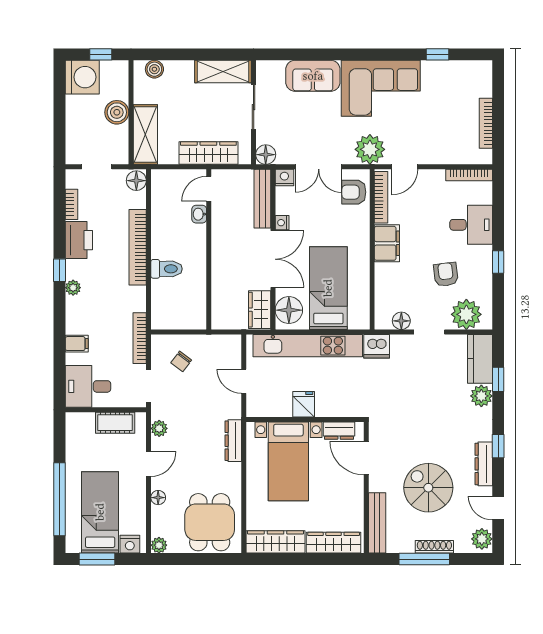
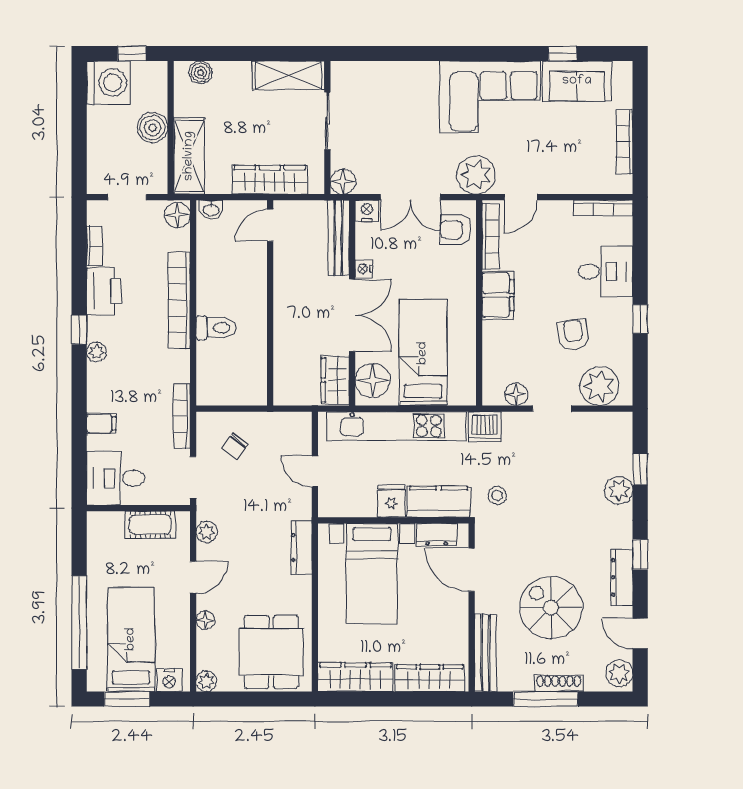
sofa: (313, 76) -> (577, 81), moved
washbasin: (199, 214) -> (211, 210), moved, turned -90
kitchen counter: (480, 359) -> (439, 502), moved, turned 90
stool: (386, 400) -> (497, 495), added

